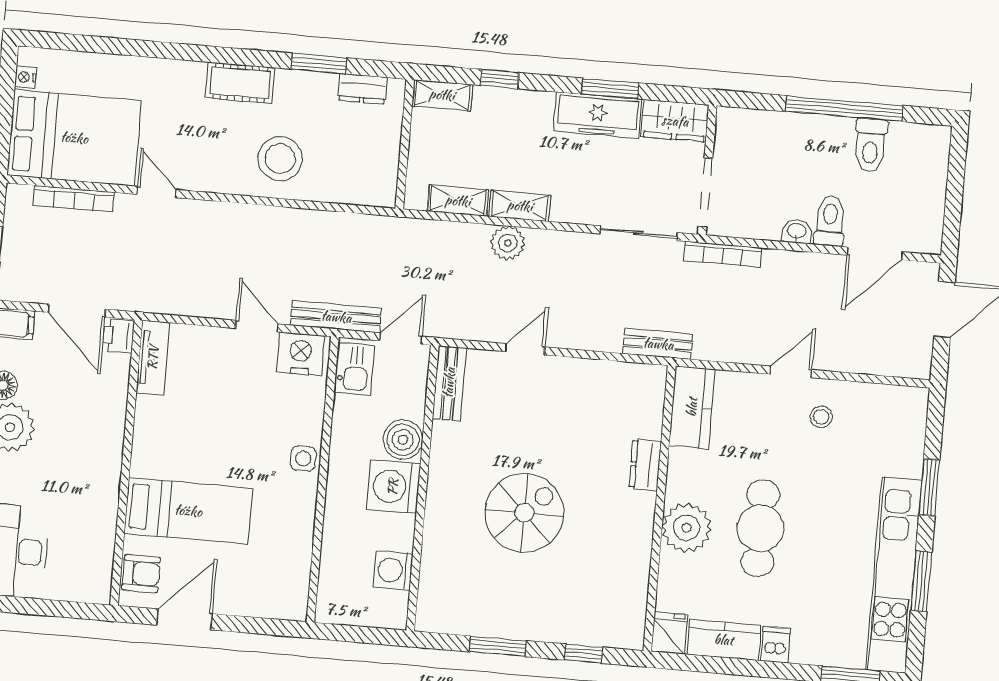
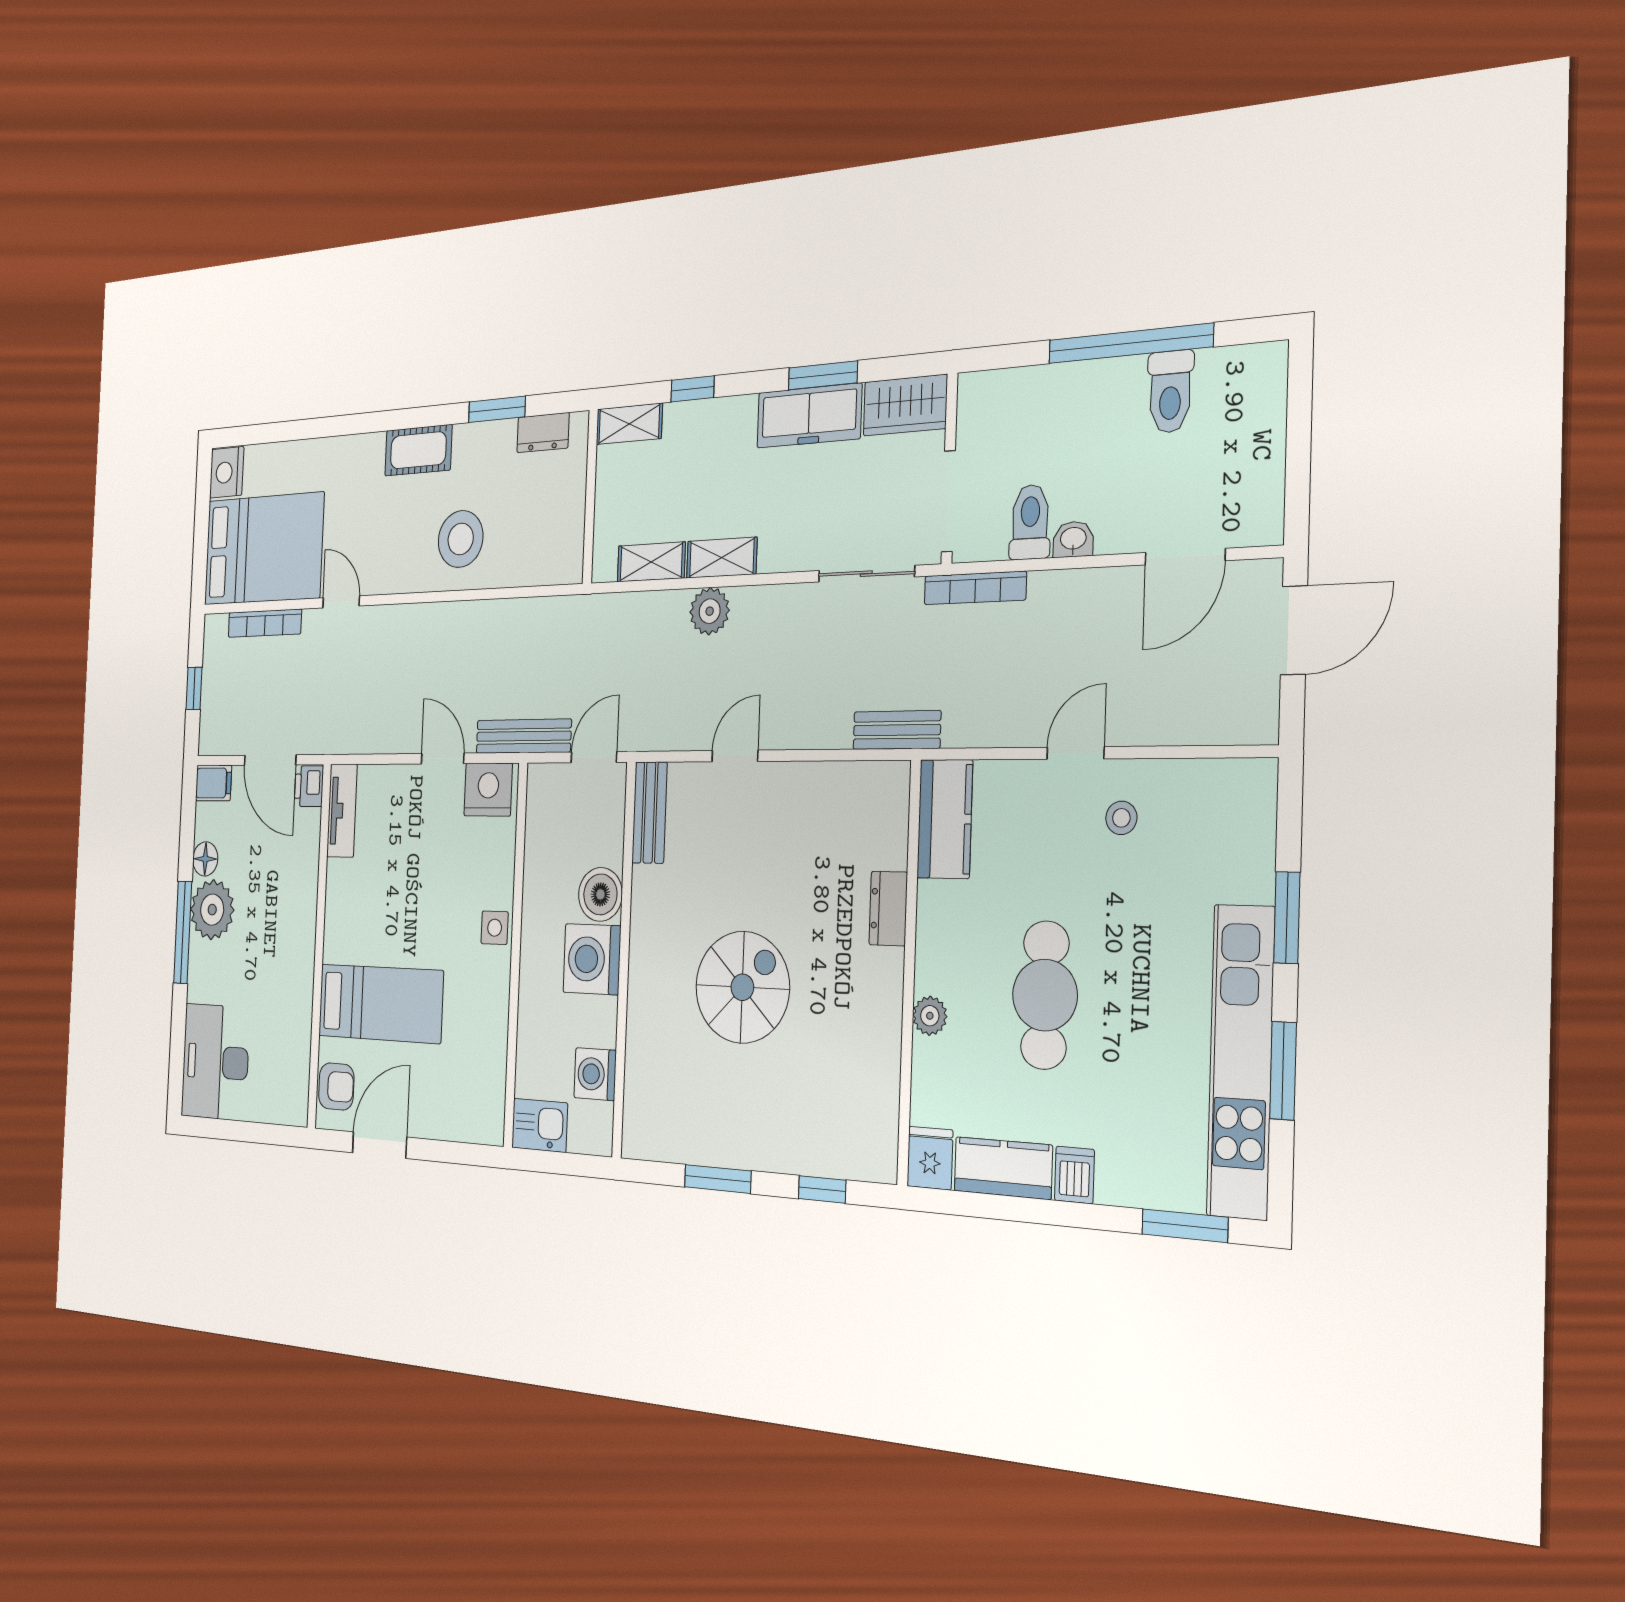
nightstand: (25, 77) -> (227, 472), width x1.89, depth x1.79
toilet: (830, 221) -> (1030, 522), moved
kitchen sink: (354, 369) -> (540, 1125), moved, turned -90
plant: (686, 528) -> (930, 1016), width x0.53, depth x0.53

